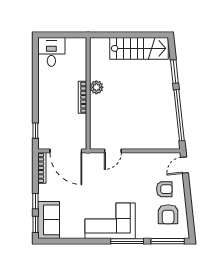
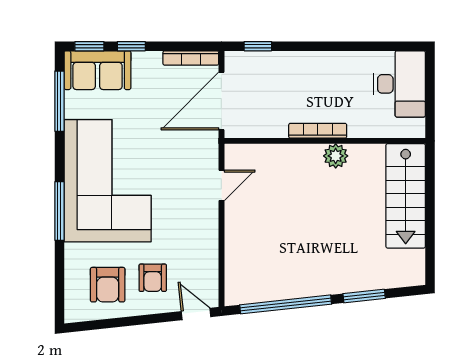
stairs: (139, 48) -> (406, 196), moved
desk: (51, 52) -> (399, 84), width x1.37
door: (113, 151) -> (221, 185), swing flipped
armchair: (168, 214) -> (108, 285), turned -90
corner sofa: (110, 221) -> (108, 181), width x1.36, depth x1.36
window: (168, 241) -> (59, 101), moved

